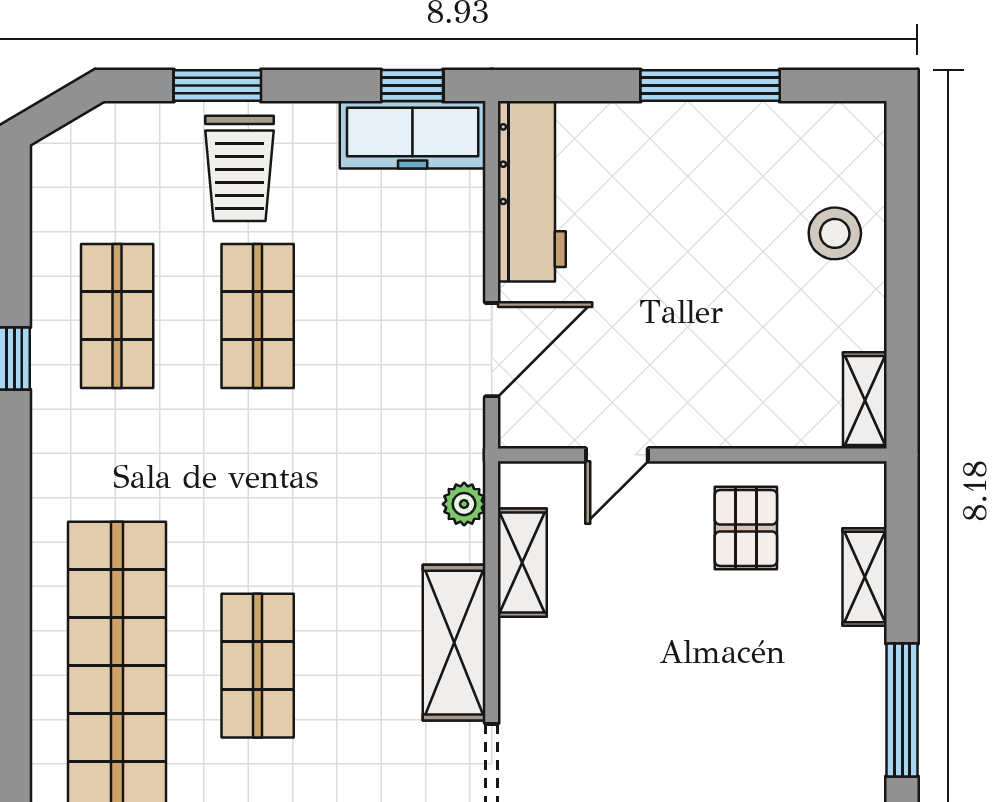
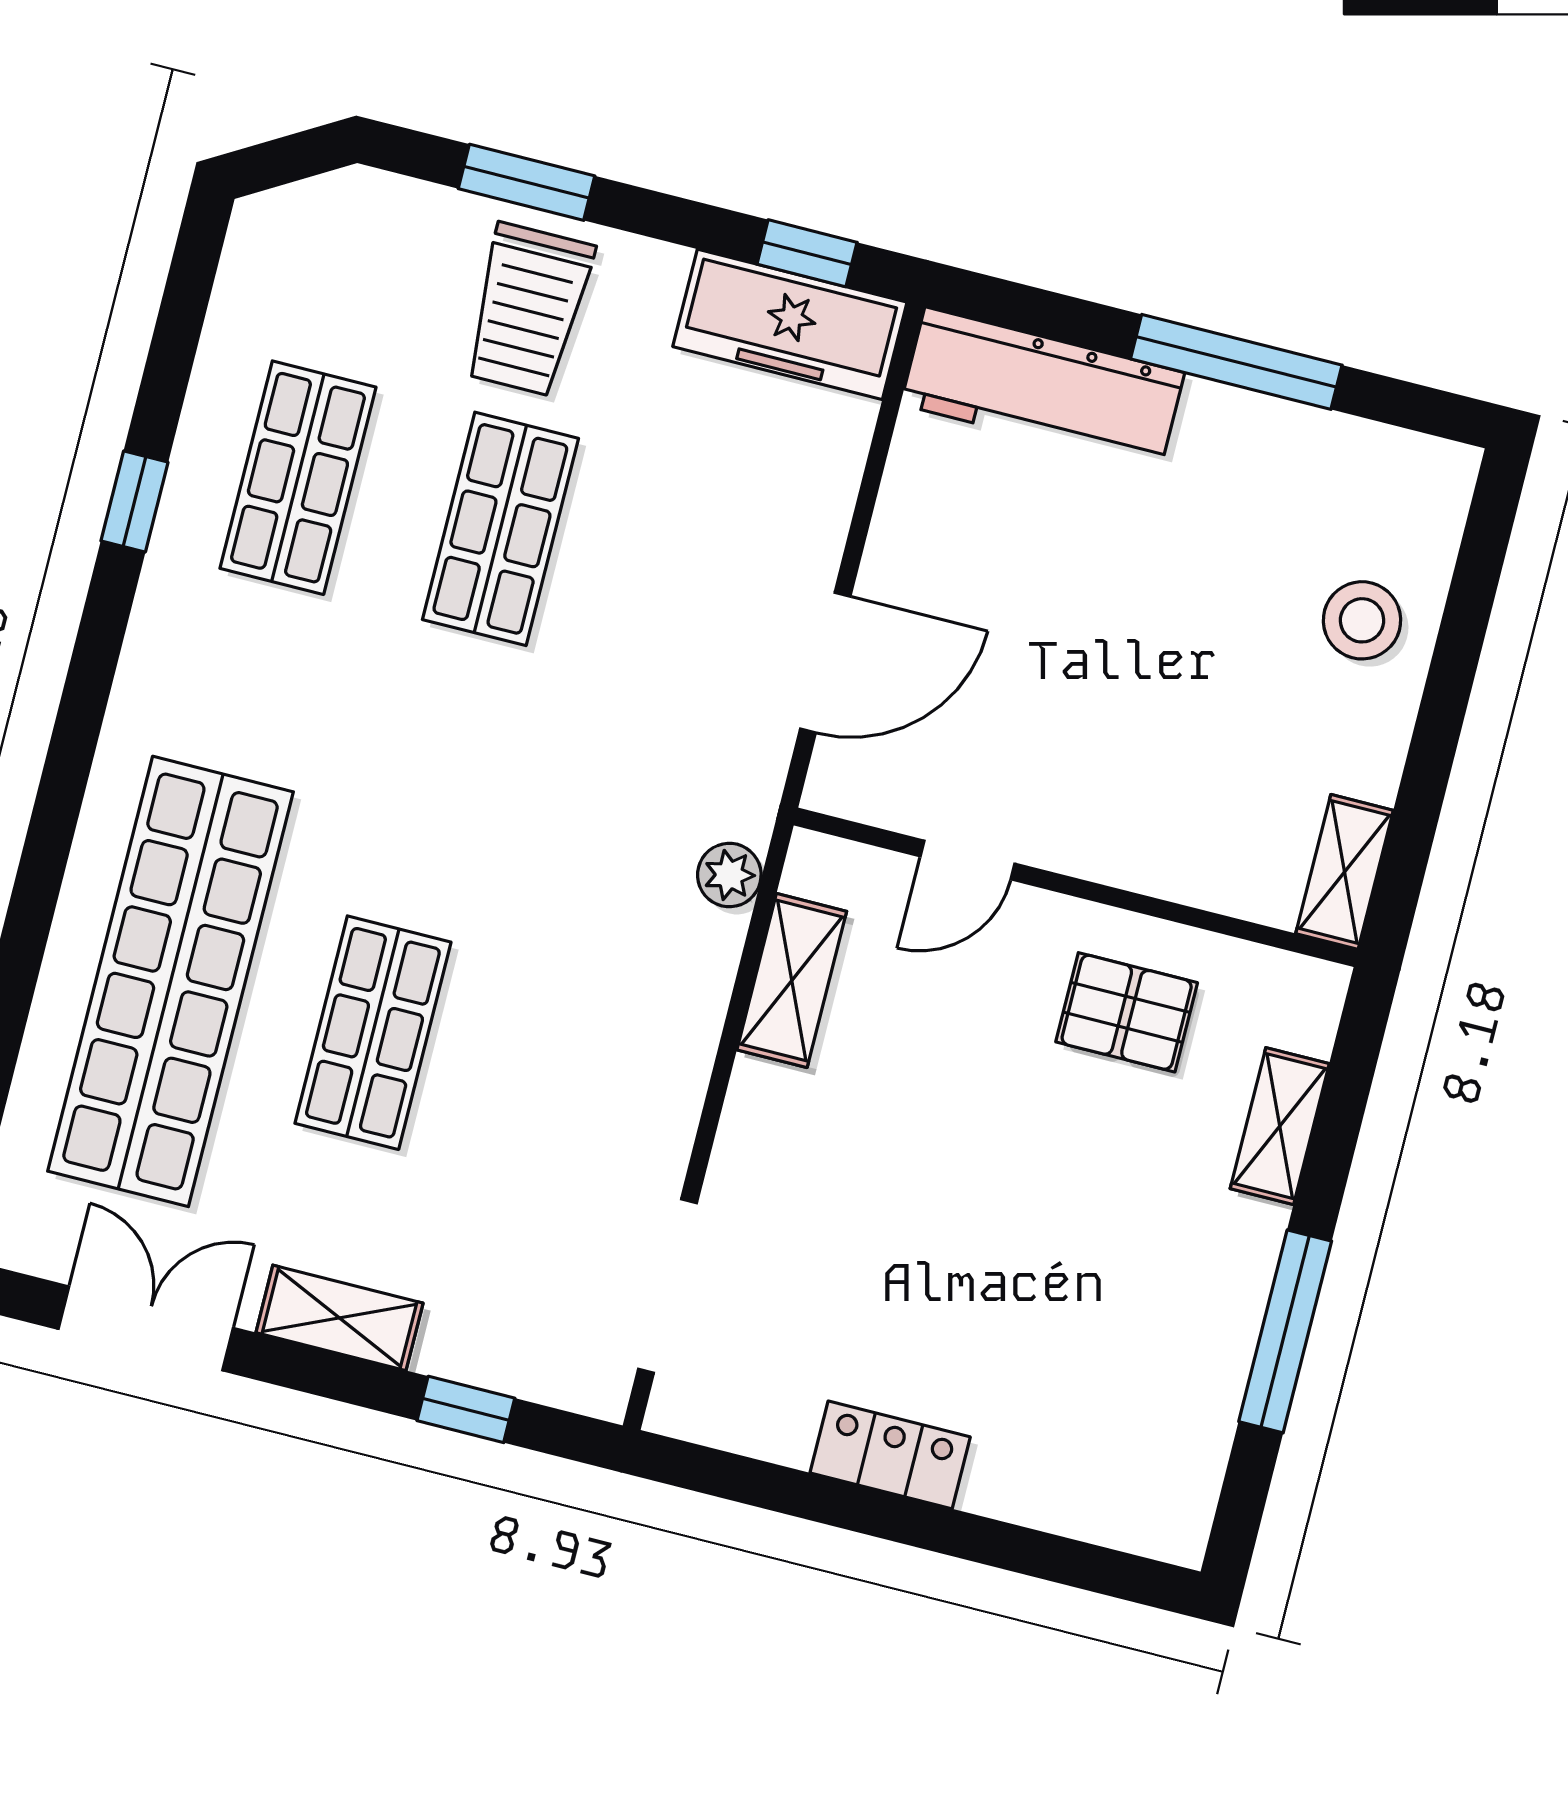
workbench: (532, 191) -> (1043, 389), moved, turned 90
pallet: (746, 528) -> (1127, 1012), turned 90
shelving: (454, 643) -> (665, 1071), removed

